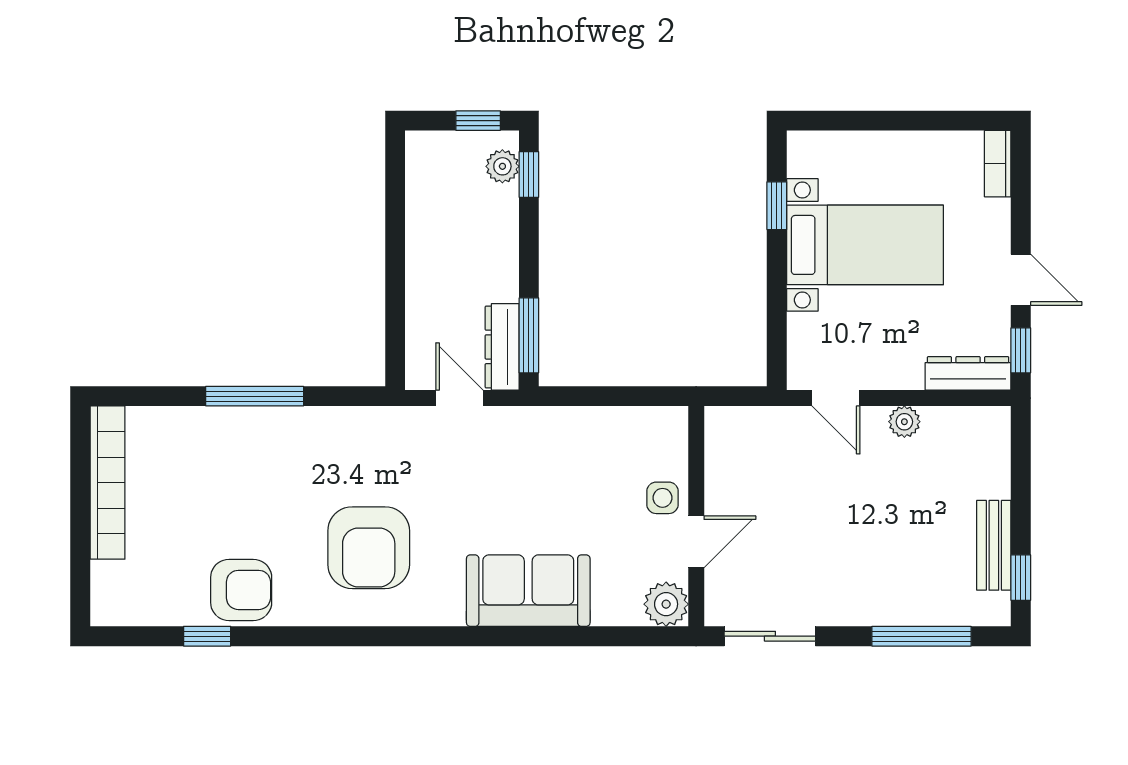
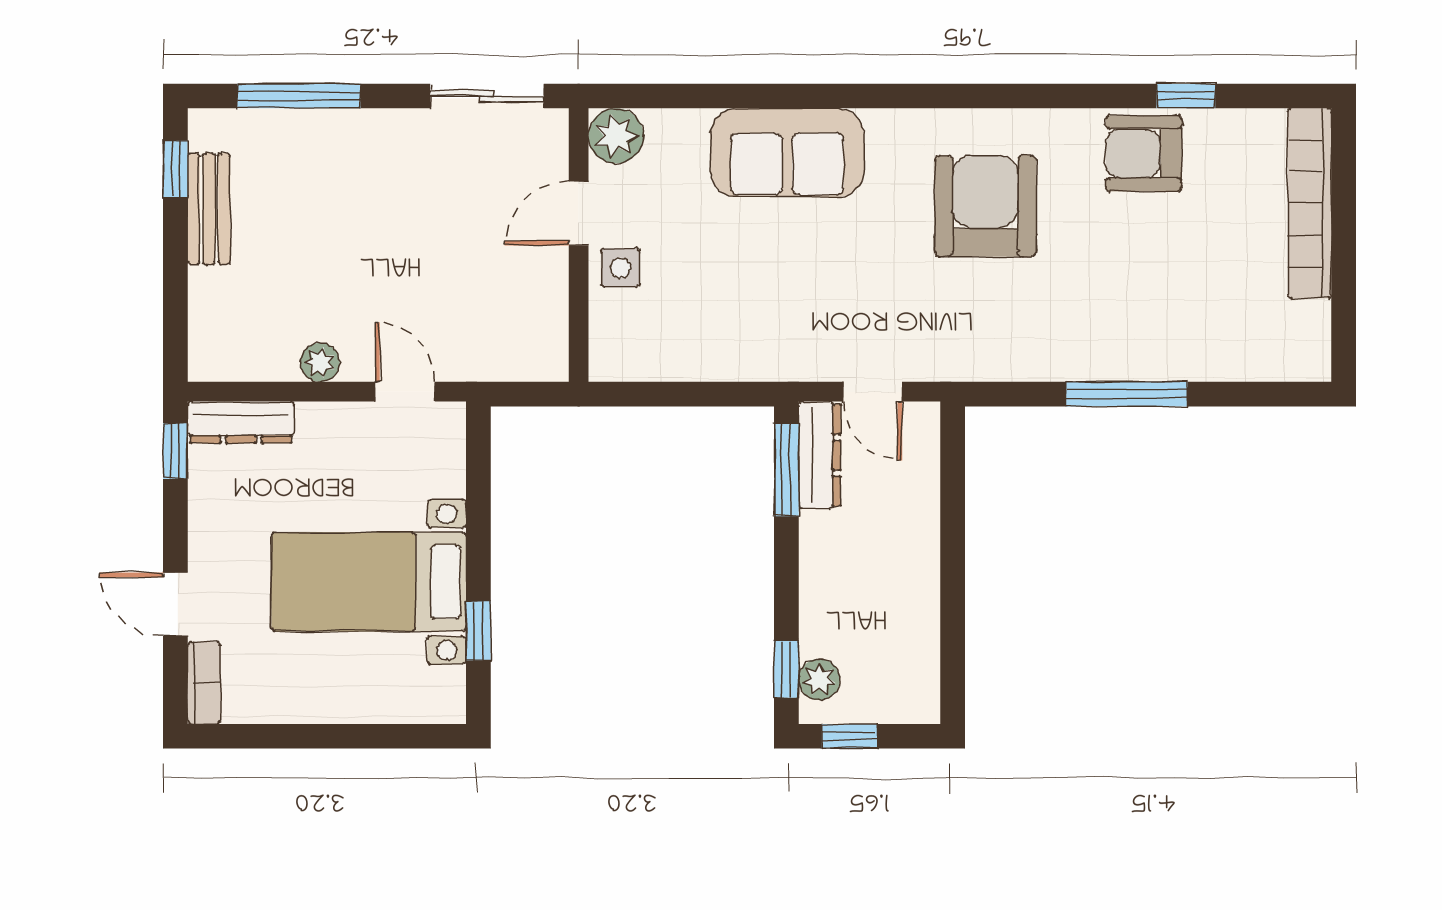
door: (1021, 280) -> (175, 604), moved
bookcase: (107, 483) -> (1310, 203), moved

